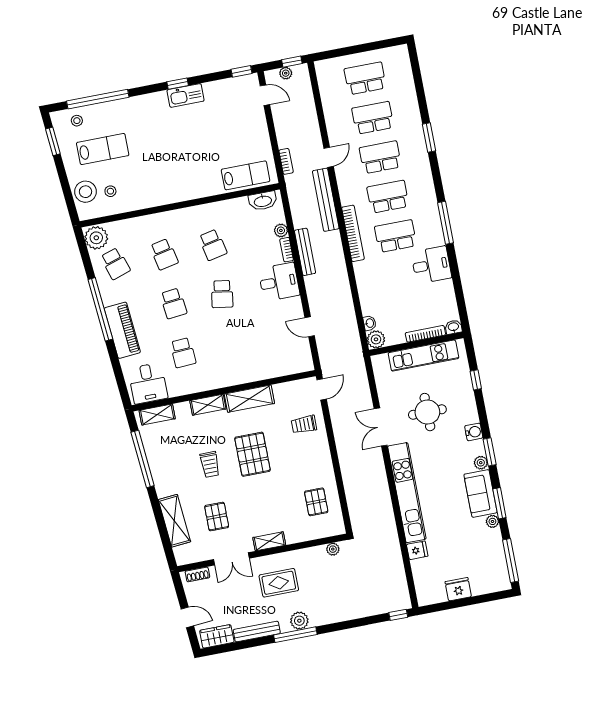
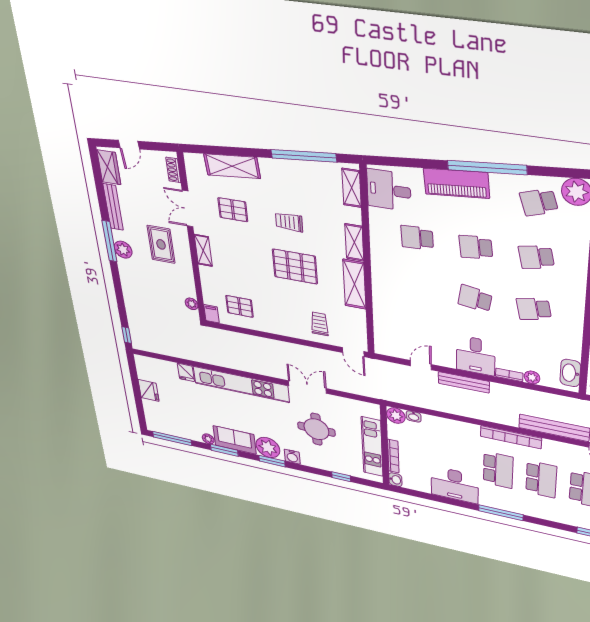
bench: (305, 252) -> (464, 382), moved
desk: (431, 265) -> (455, 485), width x1.37
plant: (481, 463) -> (268, 448), width x1.88, depth x1.88
filing cabinet: (336, 529) -> (211, 314), added

